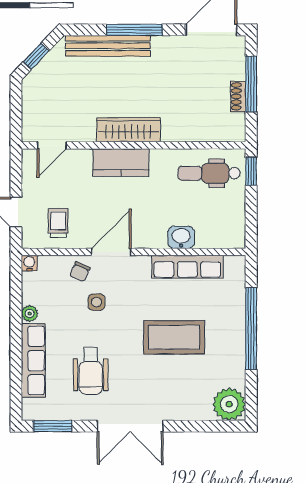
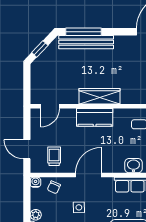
window: (134, 30) -> (83, 32), moved
chair: (80, 272) -> (54, 187), moved

